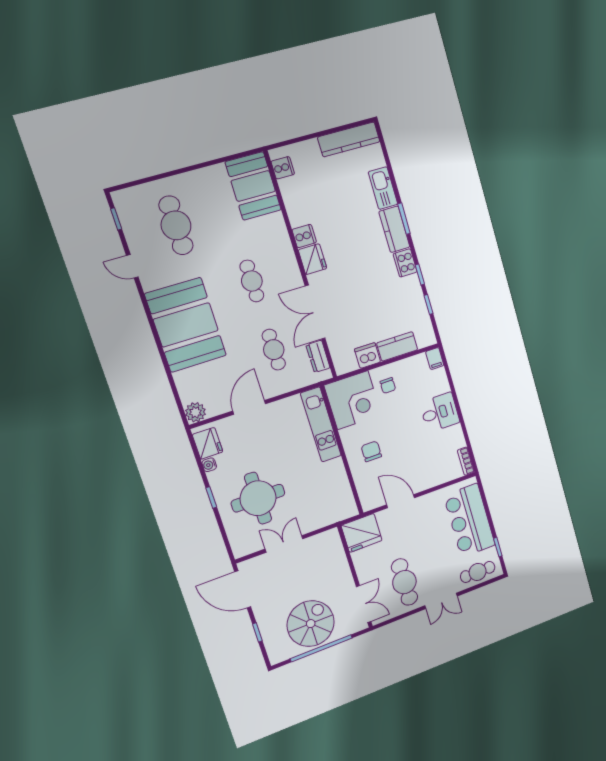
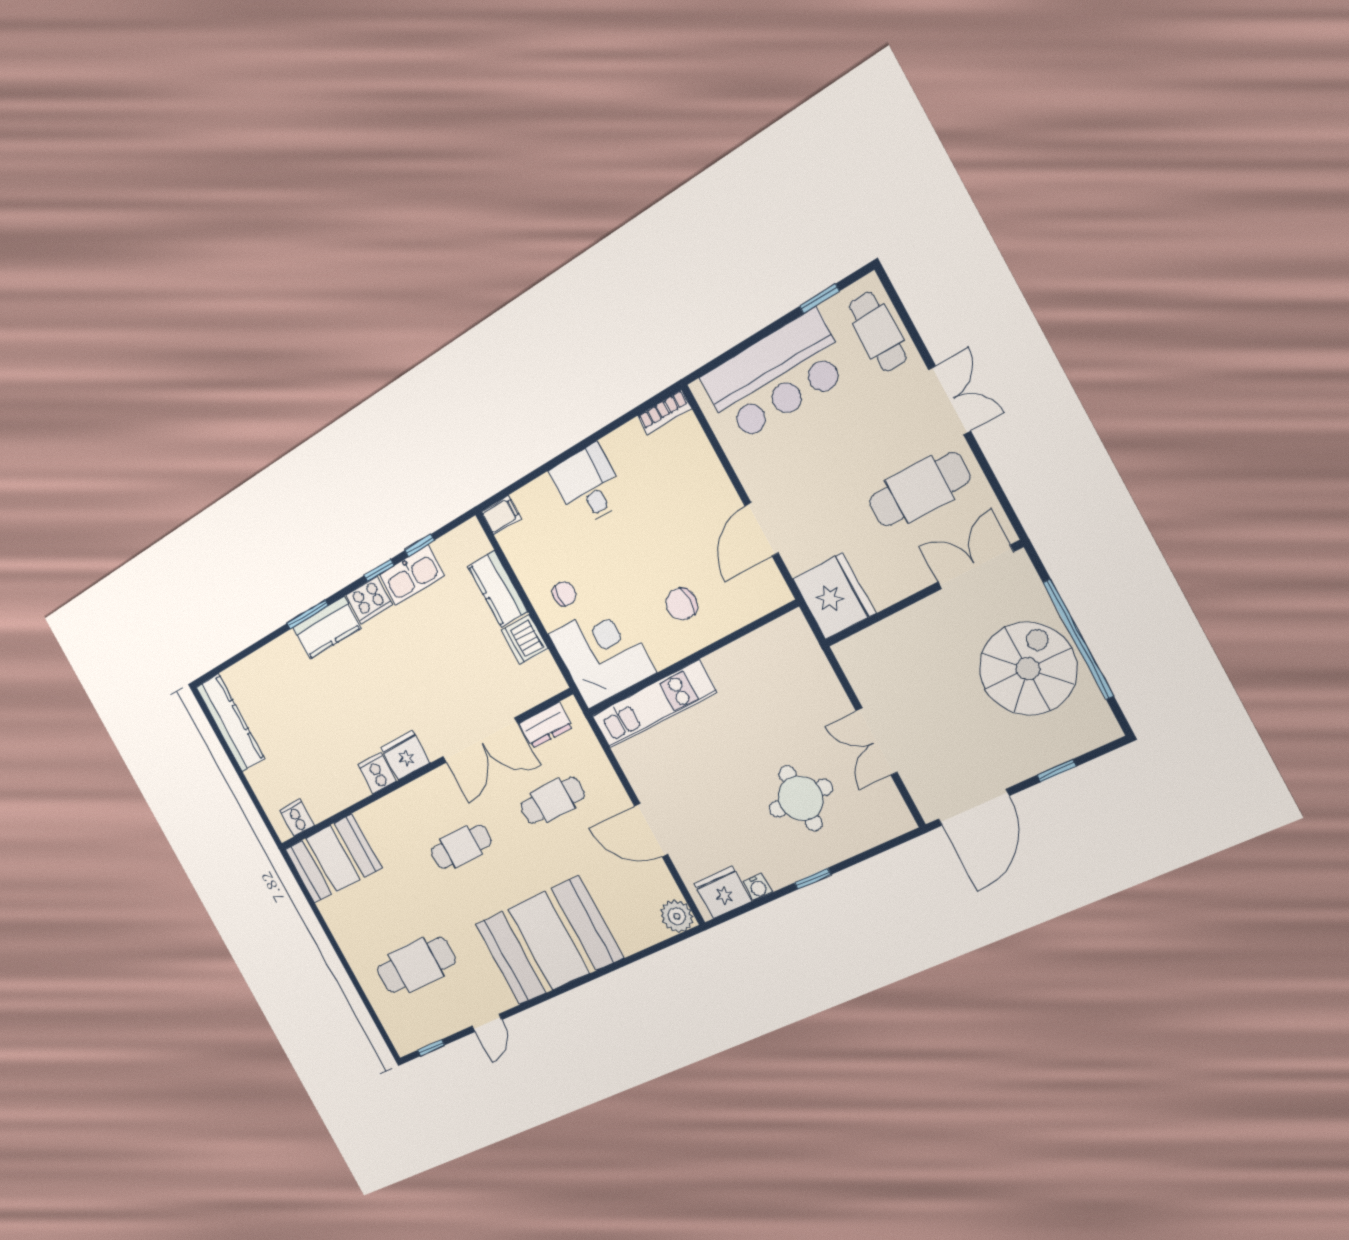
kitchen sink: (383, 188) -> (411, 575), moved
round table: (258, 498) -> (801, 798), width x0.73, depth x0.73
spiral stairs: (311, 624) -> (1028, 669), turned 90

